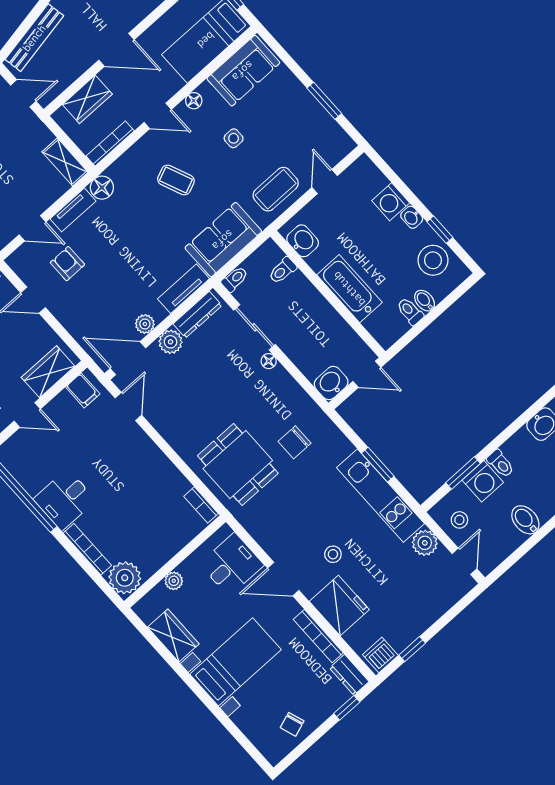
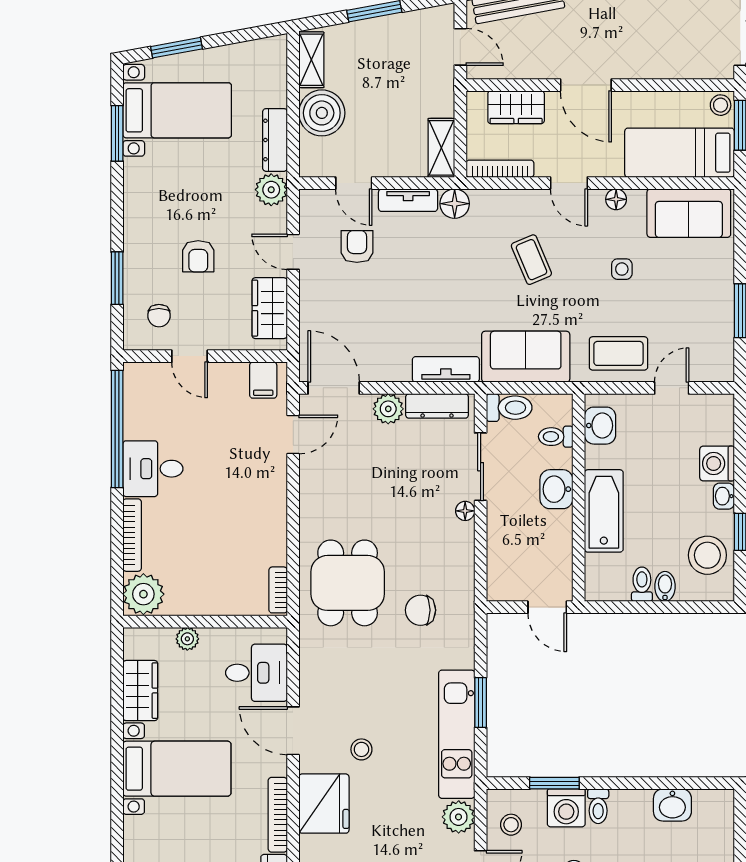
toilet: (235, 279) -> (509, 408), width x1.37, depth x1.39
plant: (145, 324) -> (379, 370), removed
wardrobe: (48, 372) -> (270, 308), moved, turned -90
washbasin: (331, 383) -> (556, 489), moved, turned -90

